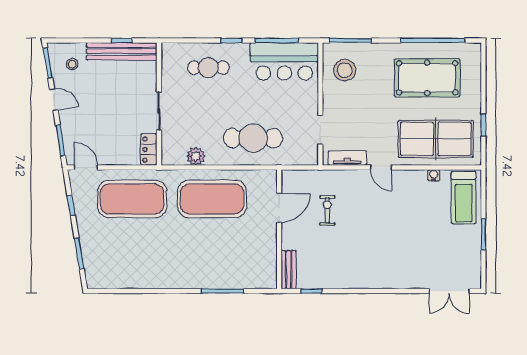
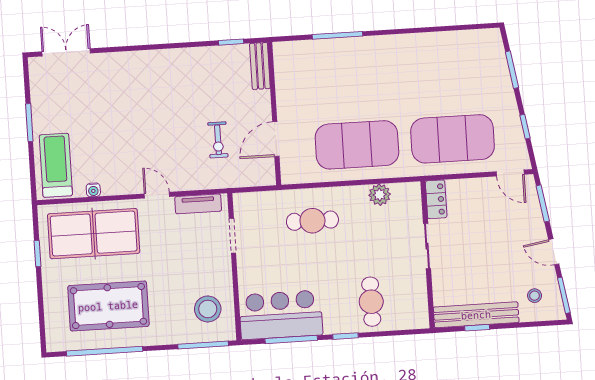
cafe table: (208, 68) -> (371, 302), turned 90
cafe table: (253, 138) -> (312, 221), width x0.73, depth x0.74

